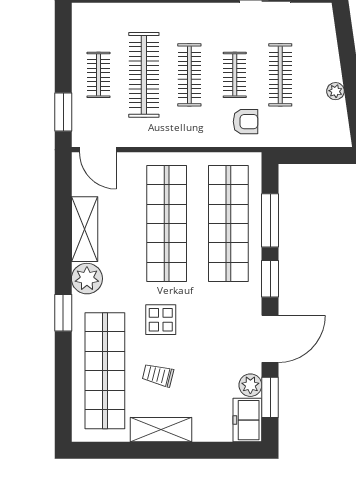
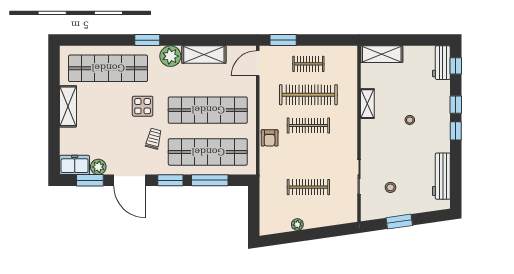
clothes rail: (235, 75) -> (308, 156), removed
armchair: (245, 122) -> (270, 138), moved
trolley: (158, 375) -> (154, 139), moved

